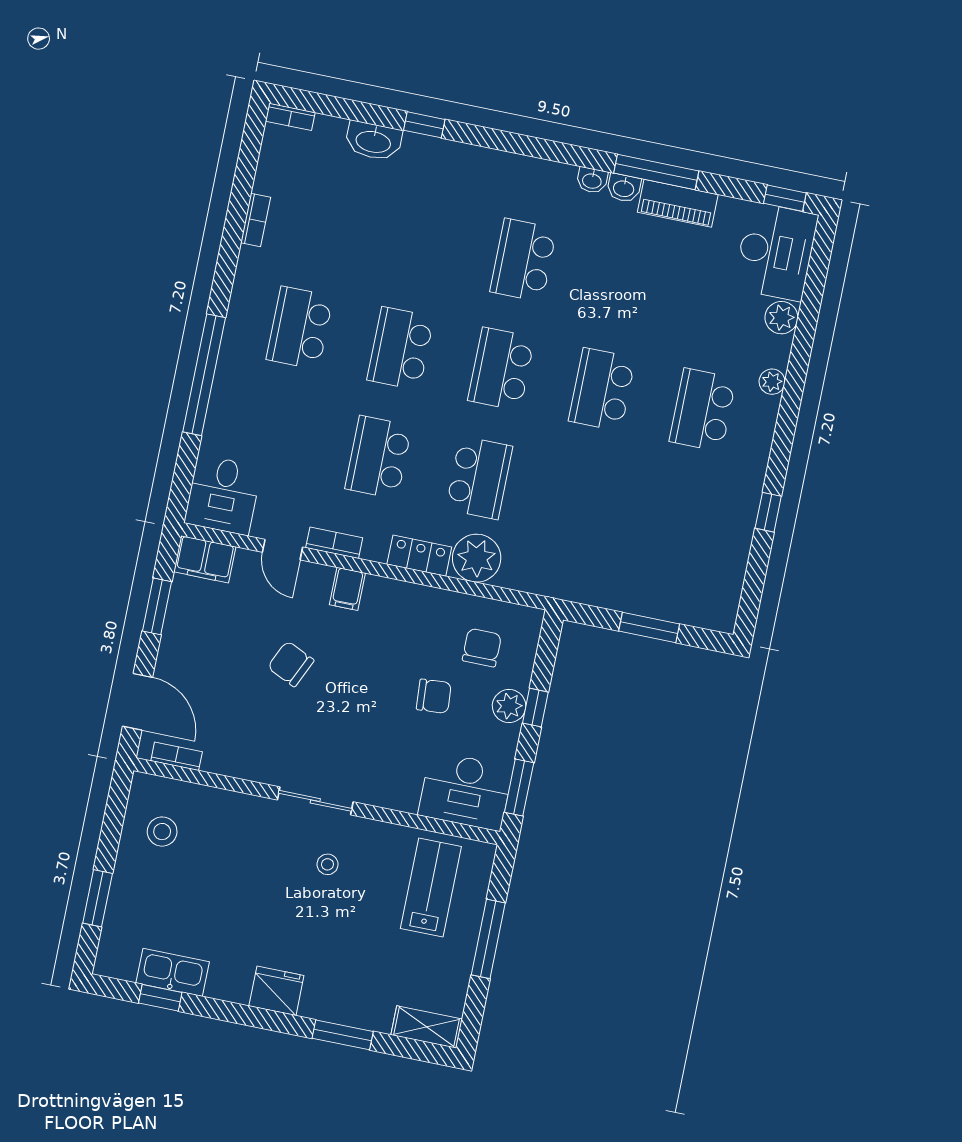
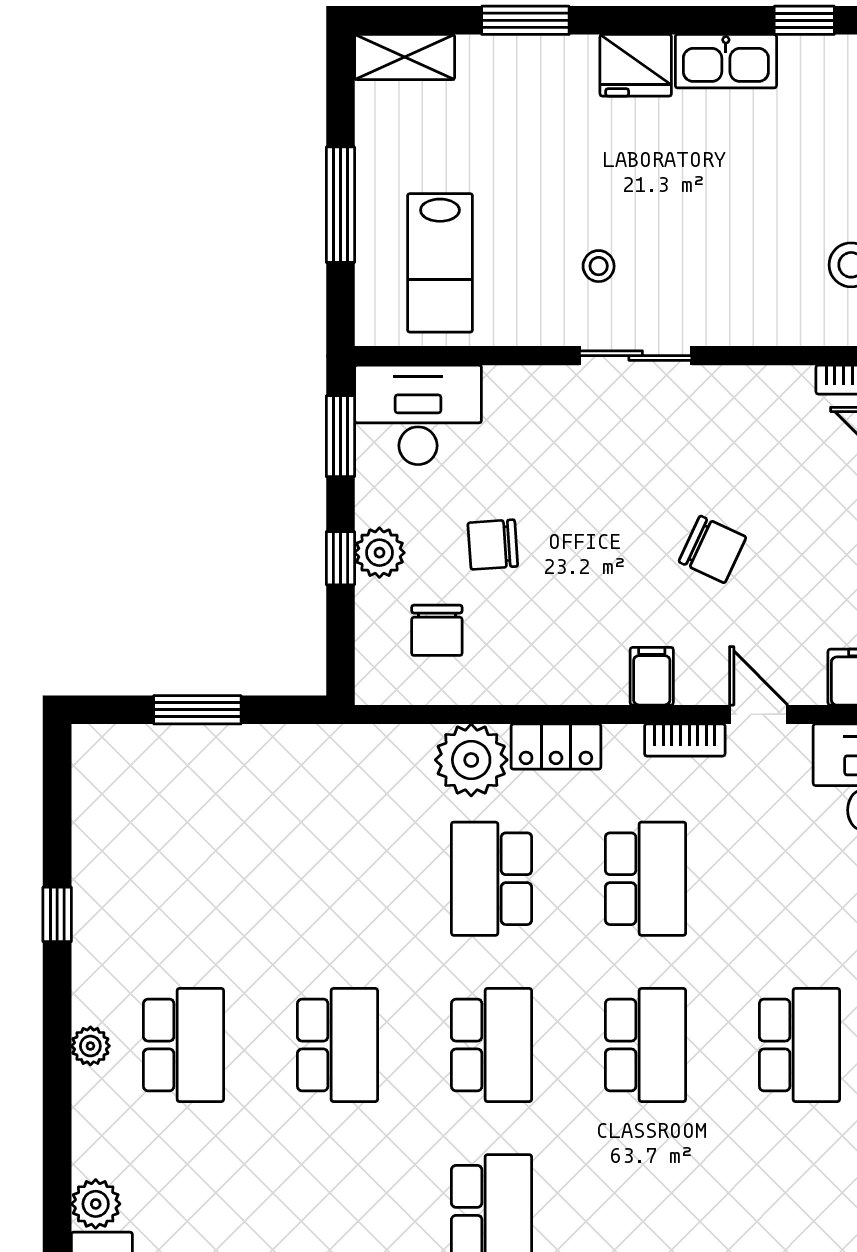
plant: (772, 382) -> (90, 1046), moved
kitchen sink: (173, 972) -> (726, 61), moved

